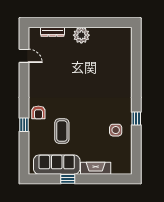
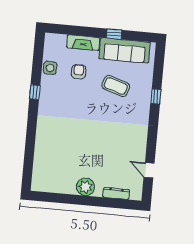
armchair: (38, 112) -> (79, 72), moved
side table: (116, 130) -> (50, 68), moved
coffee table: (62, 131) -> (116, 86), turned -72

